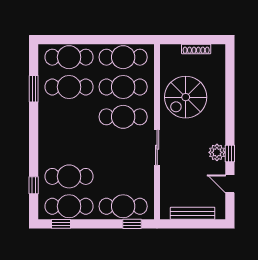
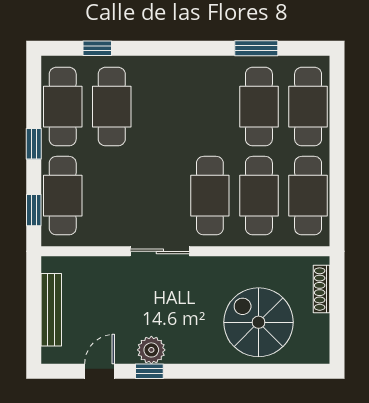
shoe rack: (196, 49) -> (322, 289), moved
spiral stairs: (186, 97) -> (258, 322), moved
window: (61, 224) -> (34, 144), moved

